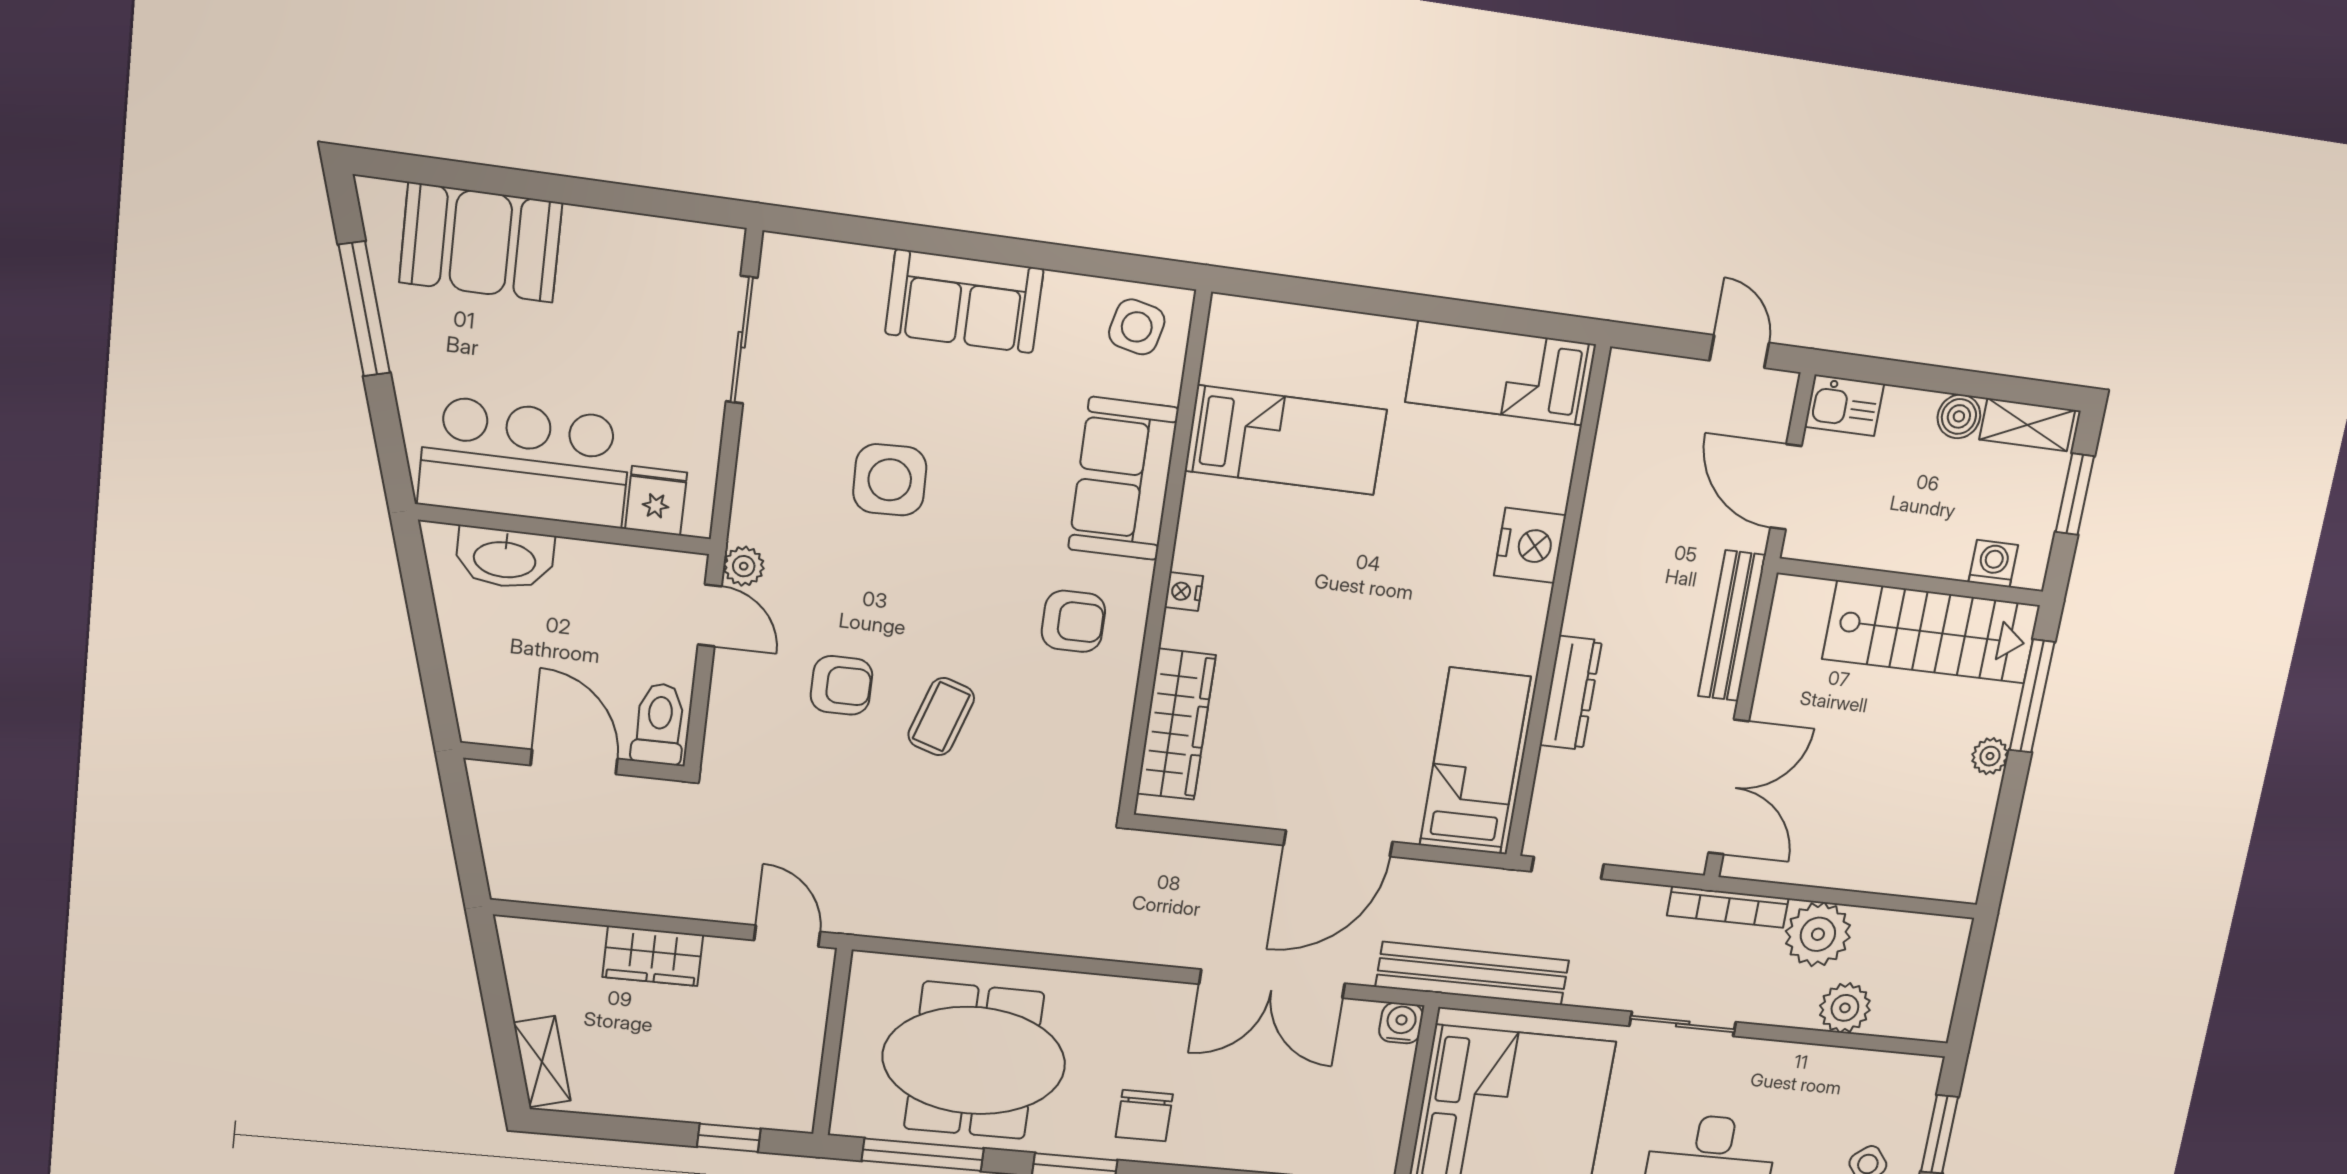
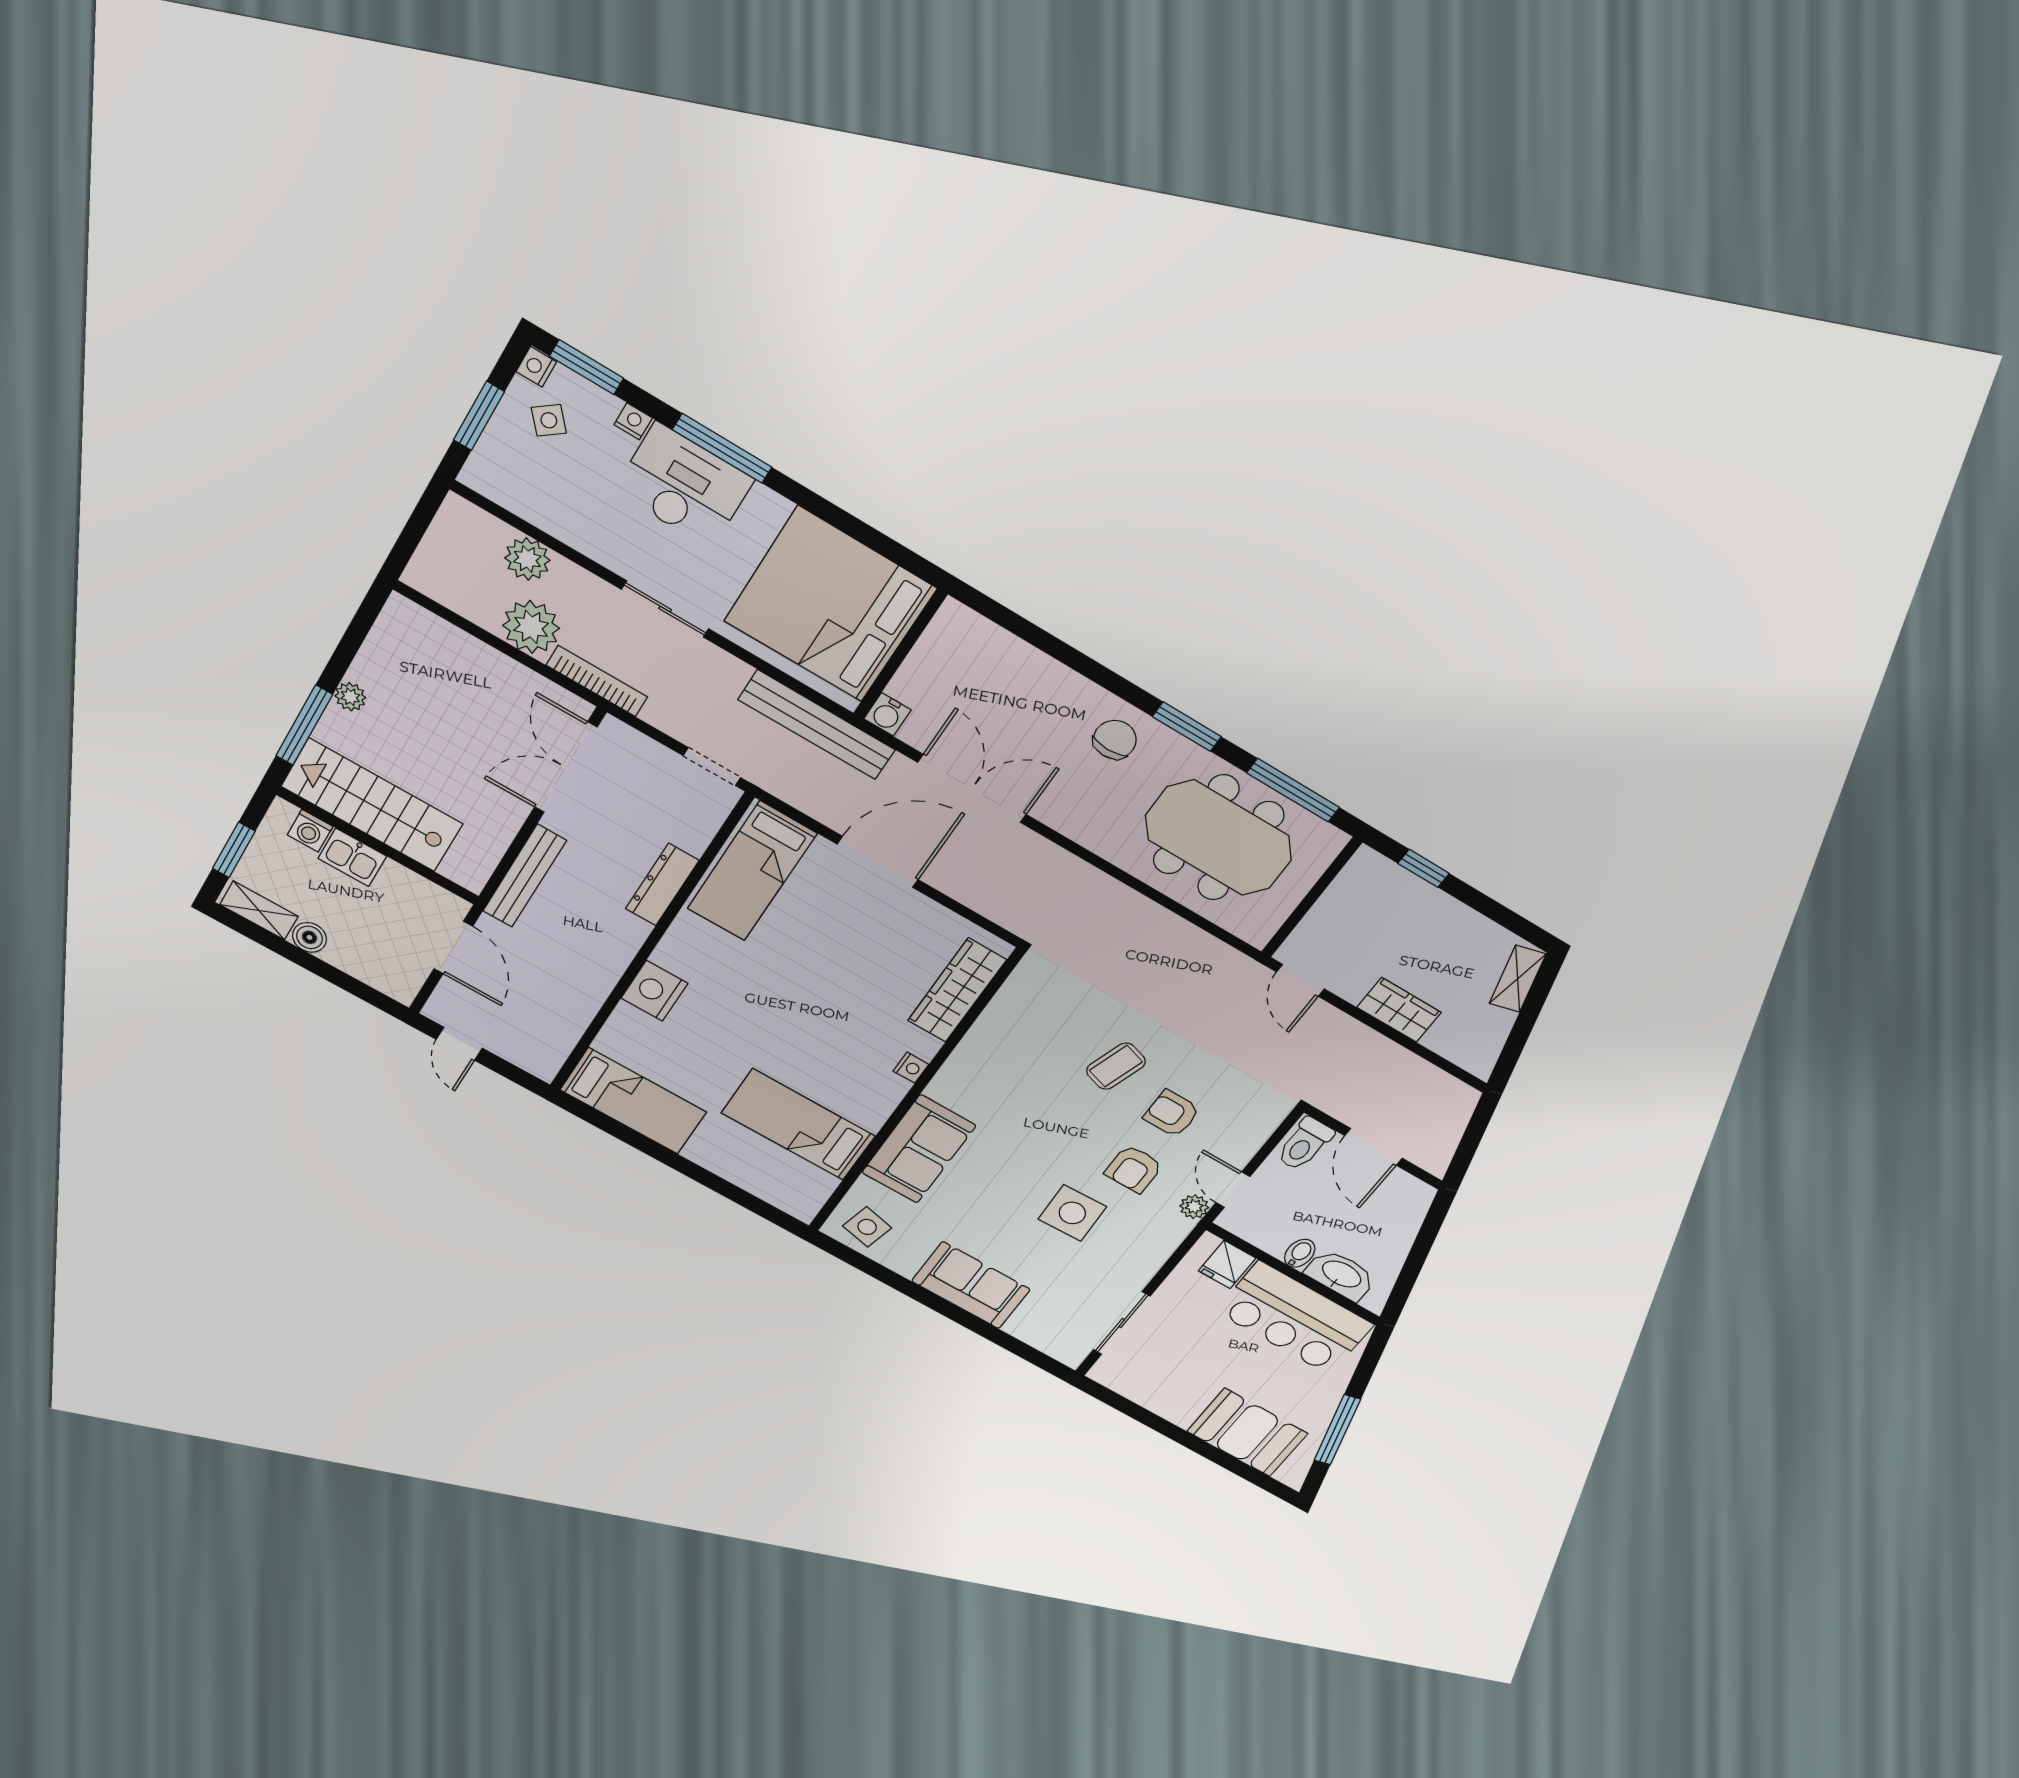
kitchen sink: (1844, 405) -> (352, 857), moved, turned 180
bidet: (575, 564) -> (1300, 1253), added
armchair: (1073, 621) -> (1134, 1169), moved, turned -90

